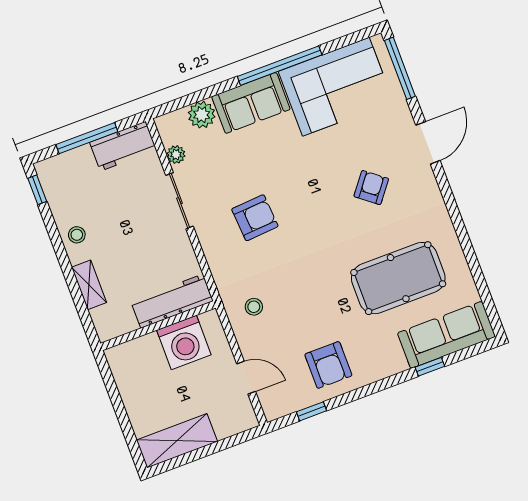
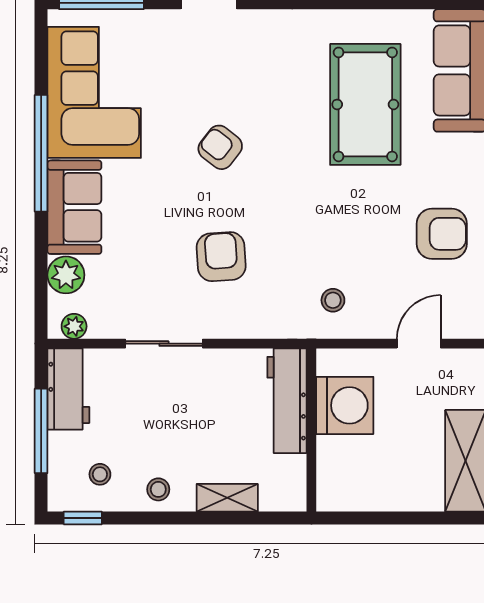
plant: (176, 155) -> (74, 326), moved
armchair: (371, 188) -> (220, 147), moved
stool: (72, 190) -> (100, 474), added

